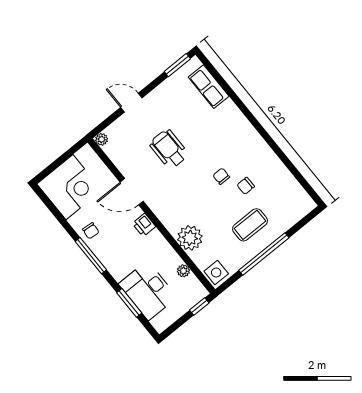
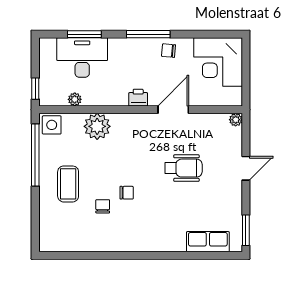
window: (264, 254) -> (35, 155), moved

